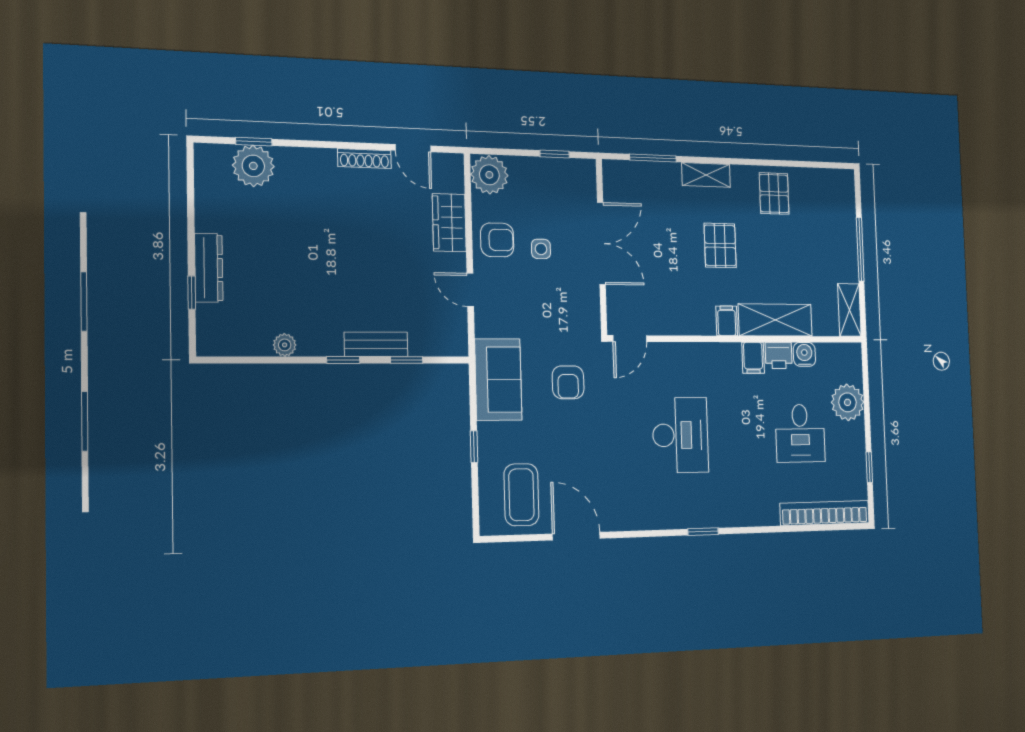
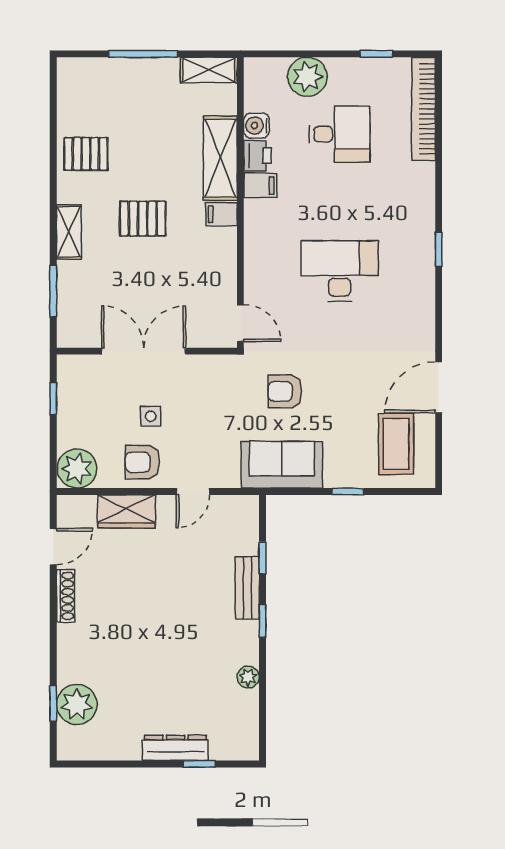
armchair: (497, 240) -> (142, 462), turned -90
armchair: (568, 382) -> (285, 391), turned 180
coffee table: (521, 495) -> (396, 444), turned 90

